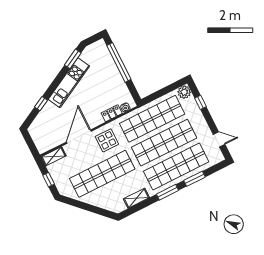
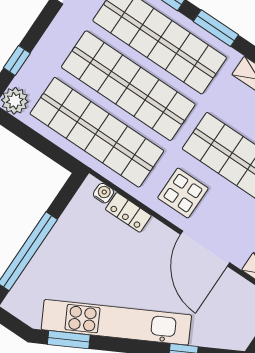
kitchen unit: (69, 83) -> (116, 322), width x1.36
door: (79, 137) -> (205, 248), hinge flipped

